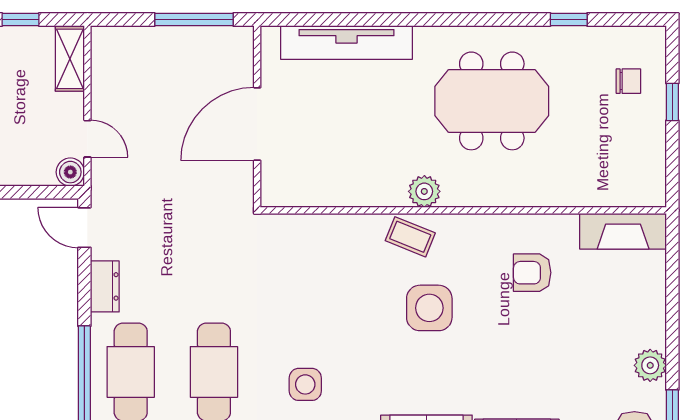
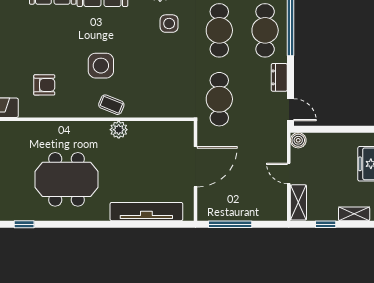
door: (87, 139) -> (289, 173), moved
plant: (424, 191) -> (119, 130), moved
cafe table: (214, 247) -> (219, 99), added

